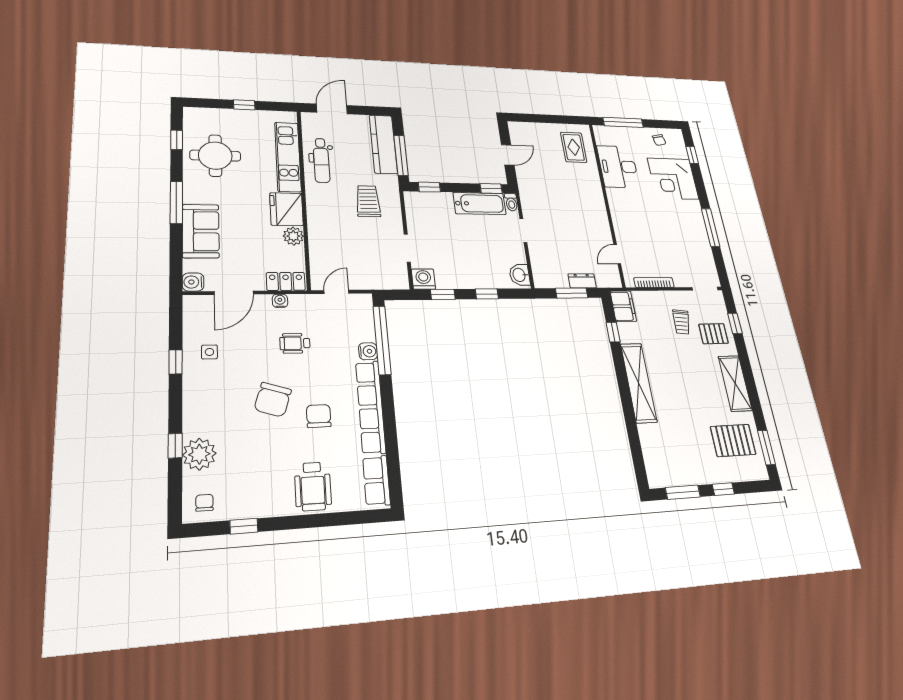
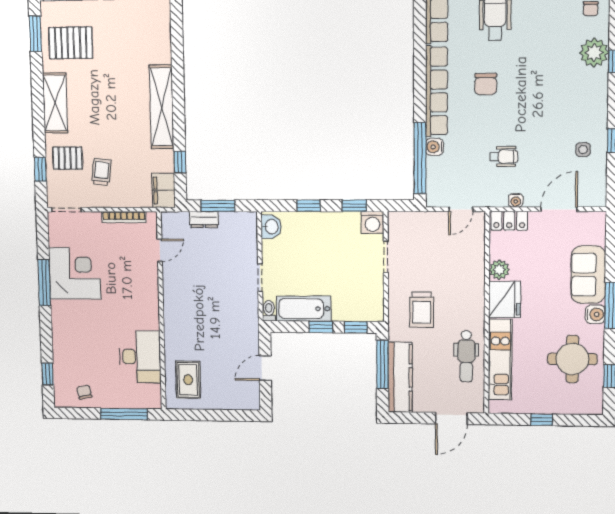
dental chair: (321, 160) -> (466, 356), turned 180
corner desk: (673, 179) -> (75, 273), moved
window: (491, 188) -> (321, 327), moved
water cooler: (193, 282) -> (595, 314), moved
chair: (273, 400) -> (527, 101), removed

